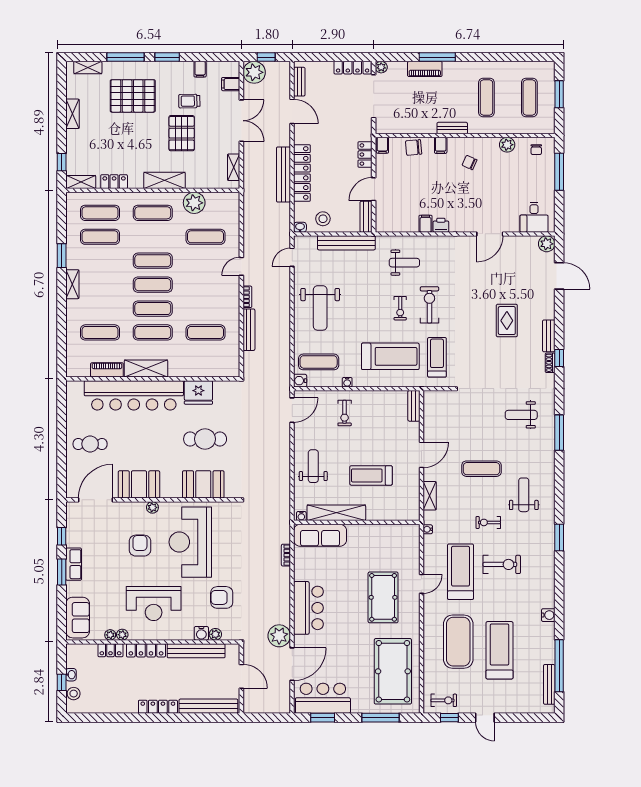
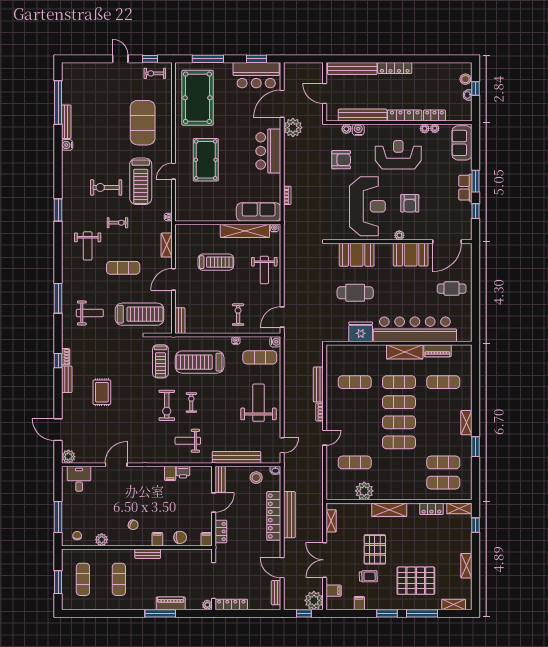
exercise mat: (153, 213) -> (399, 483), removed
printer: (441, 225) -> (183, 472), moved
treadmill: (499, 650) -> (140, 314), moved, turned -90
bench: (549, 684) -> (66, 122), moved

